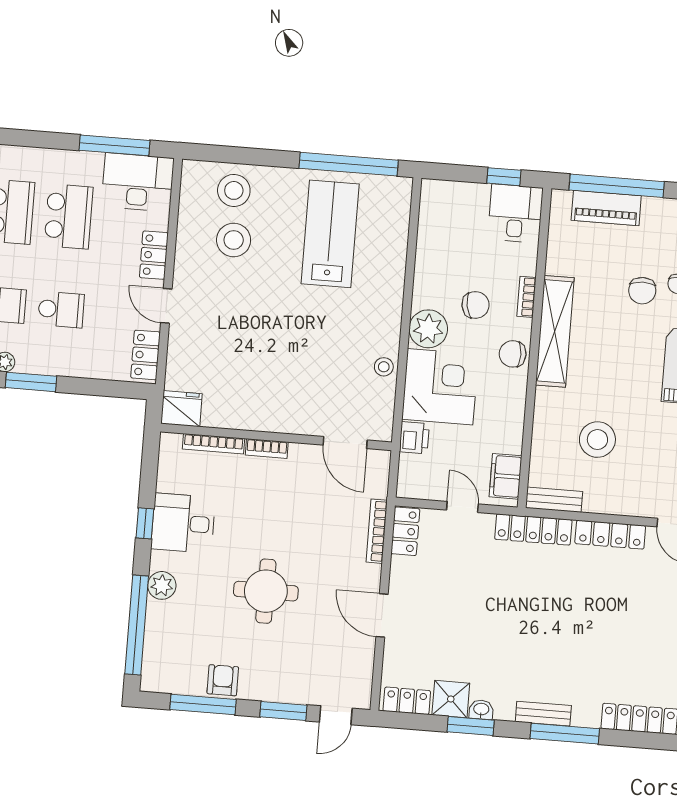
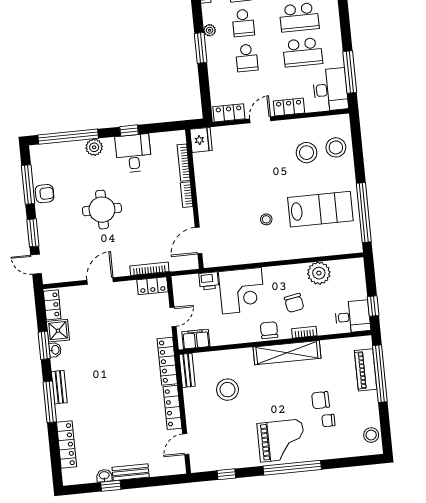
plant: (428, 329) -> (319, 273), moved
stool: (384, 367) -> (266, 219), moved

